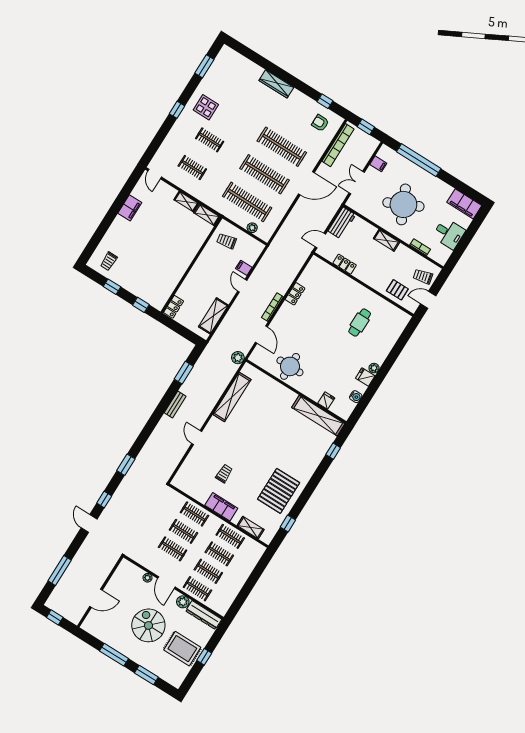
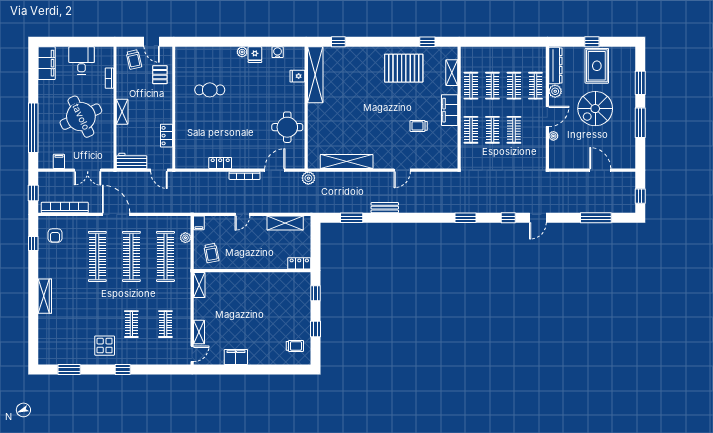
shelving: (186, 202) -> (199, 332), moved
filing cabinet: (244, 268) -> (199, 223), moved

